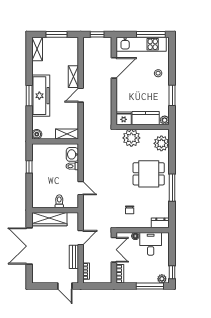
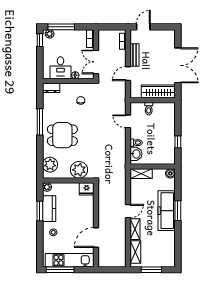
window: (97, 34) -> (112, 270), removed
shelving: (37, 49) -> (135, 252), moved
kitchen counter: (146, 118) -> (49, 209), moved, turned -90
door: (65, 286) -> (143, 27), hinge flipped

